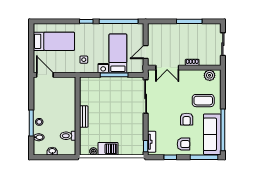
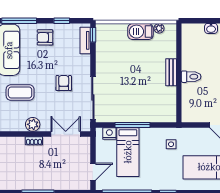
door: (146, 52) -> (93, 172), moved
nightstand: (103, 68) -> (109, 134), moved
plant: (210, 75) -> (33, 124), moved
armchair: (187, 119) -> (64, 83), moved
toilet: (68, 136) -> (191, 77), moved

